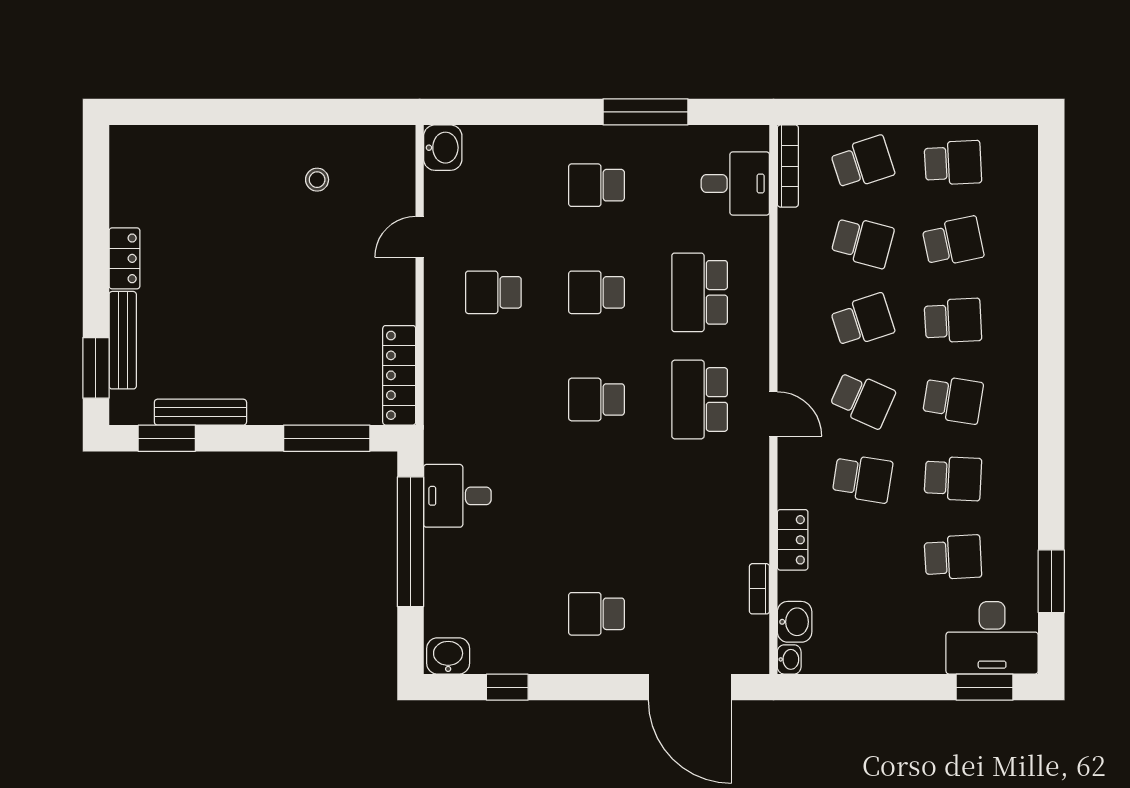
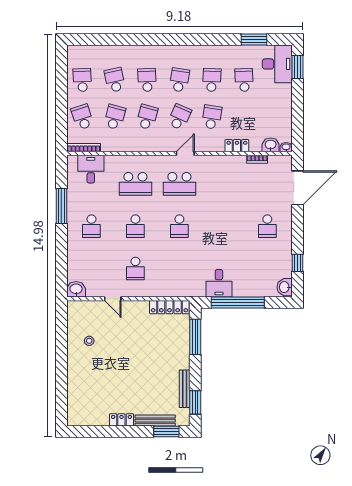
school desk: (863, 321) -> (147, 117), turned 33

